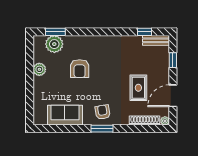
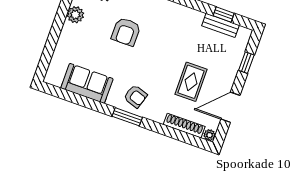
bench: (156, 40) -> (221, 25), moved
armchair: (103, 112) -> (135, 96), turned 118

